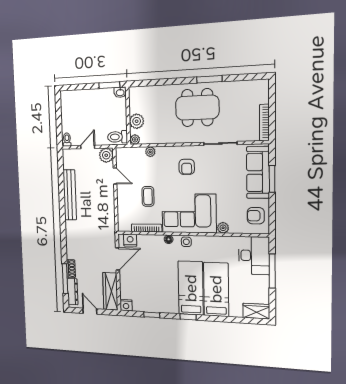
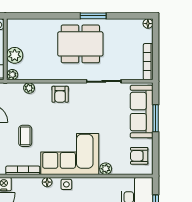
floor lamp: (264, 84) -> (148, 24), added
armchair: (187, 167) -> (60, 94), moved

